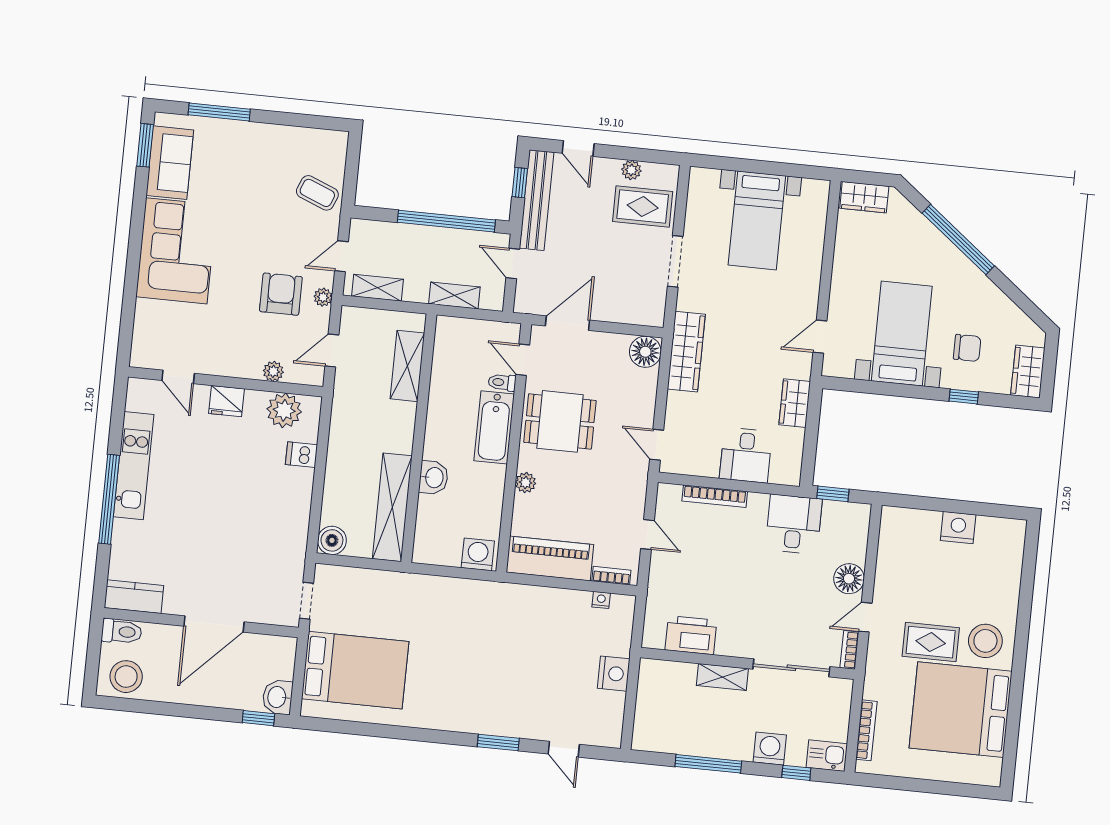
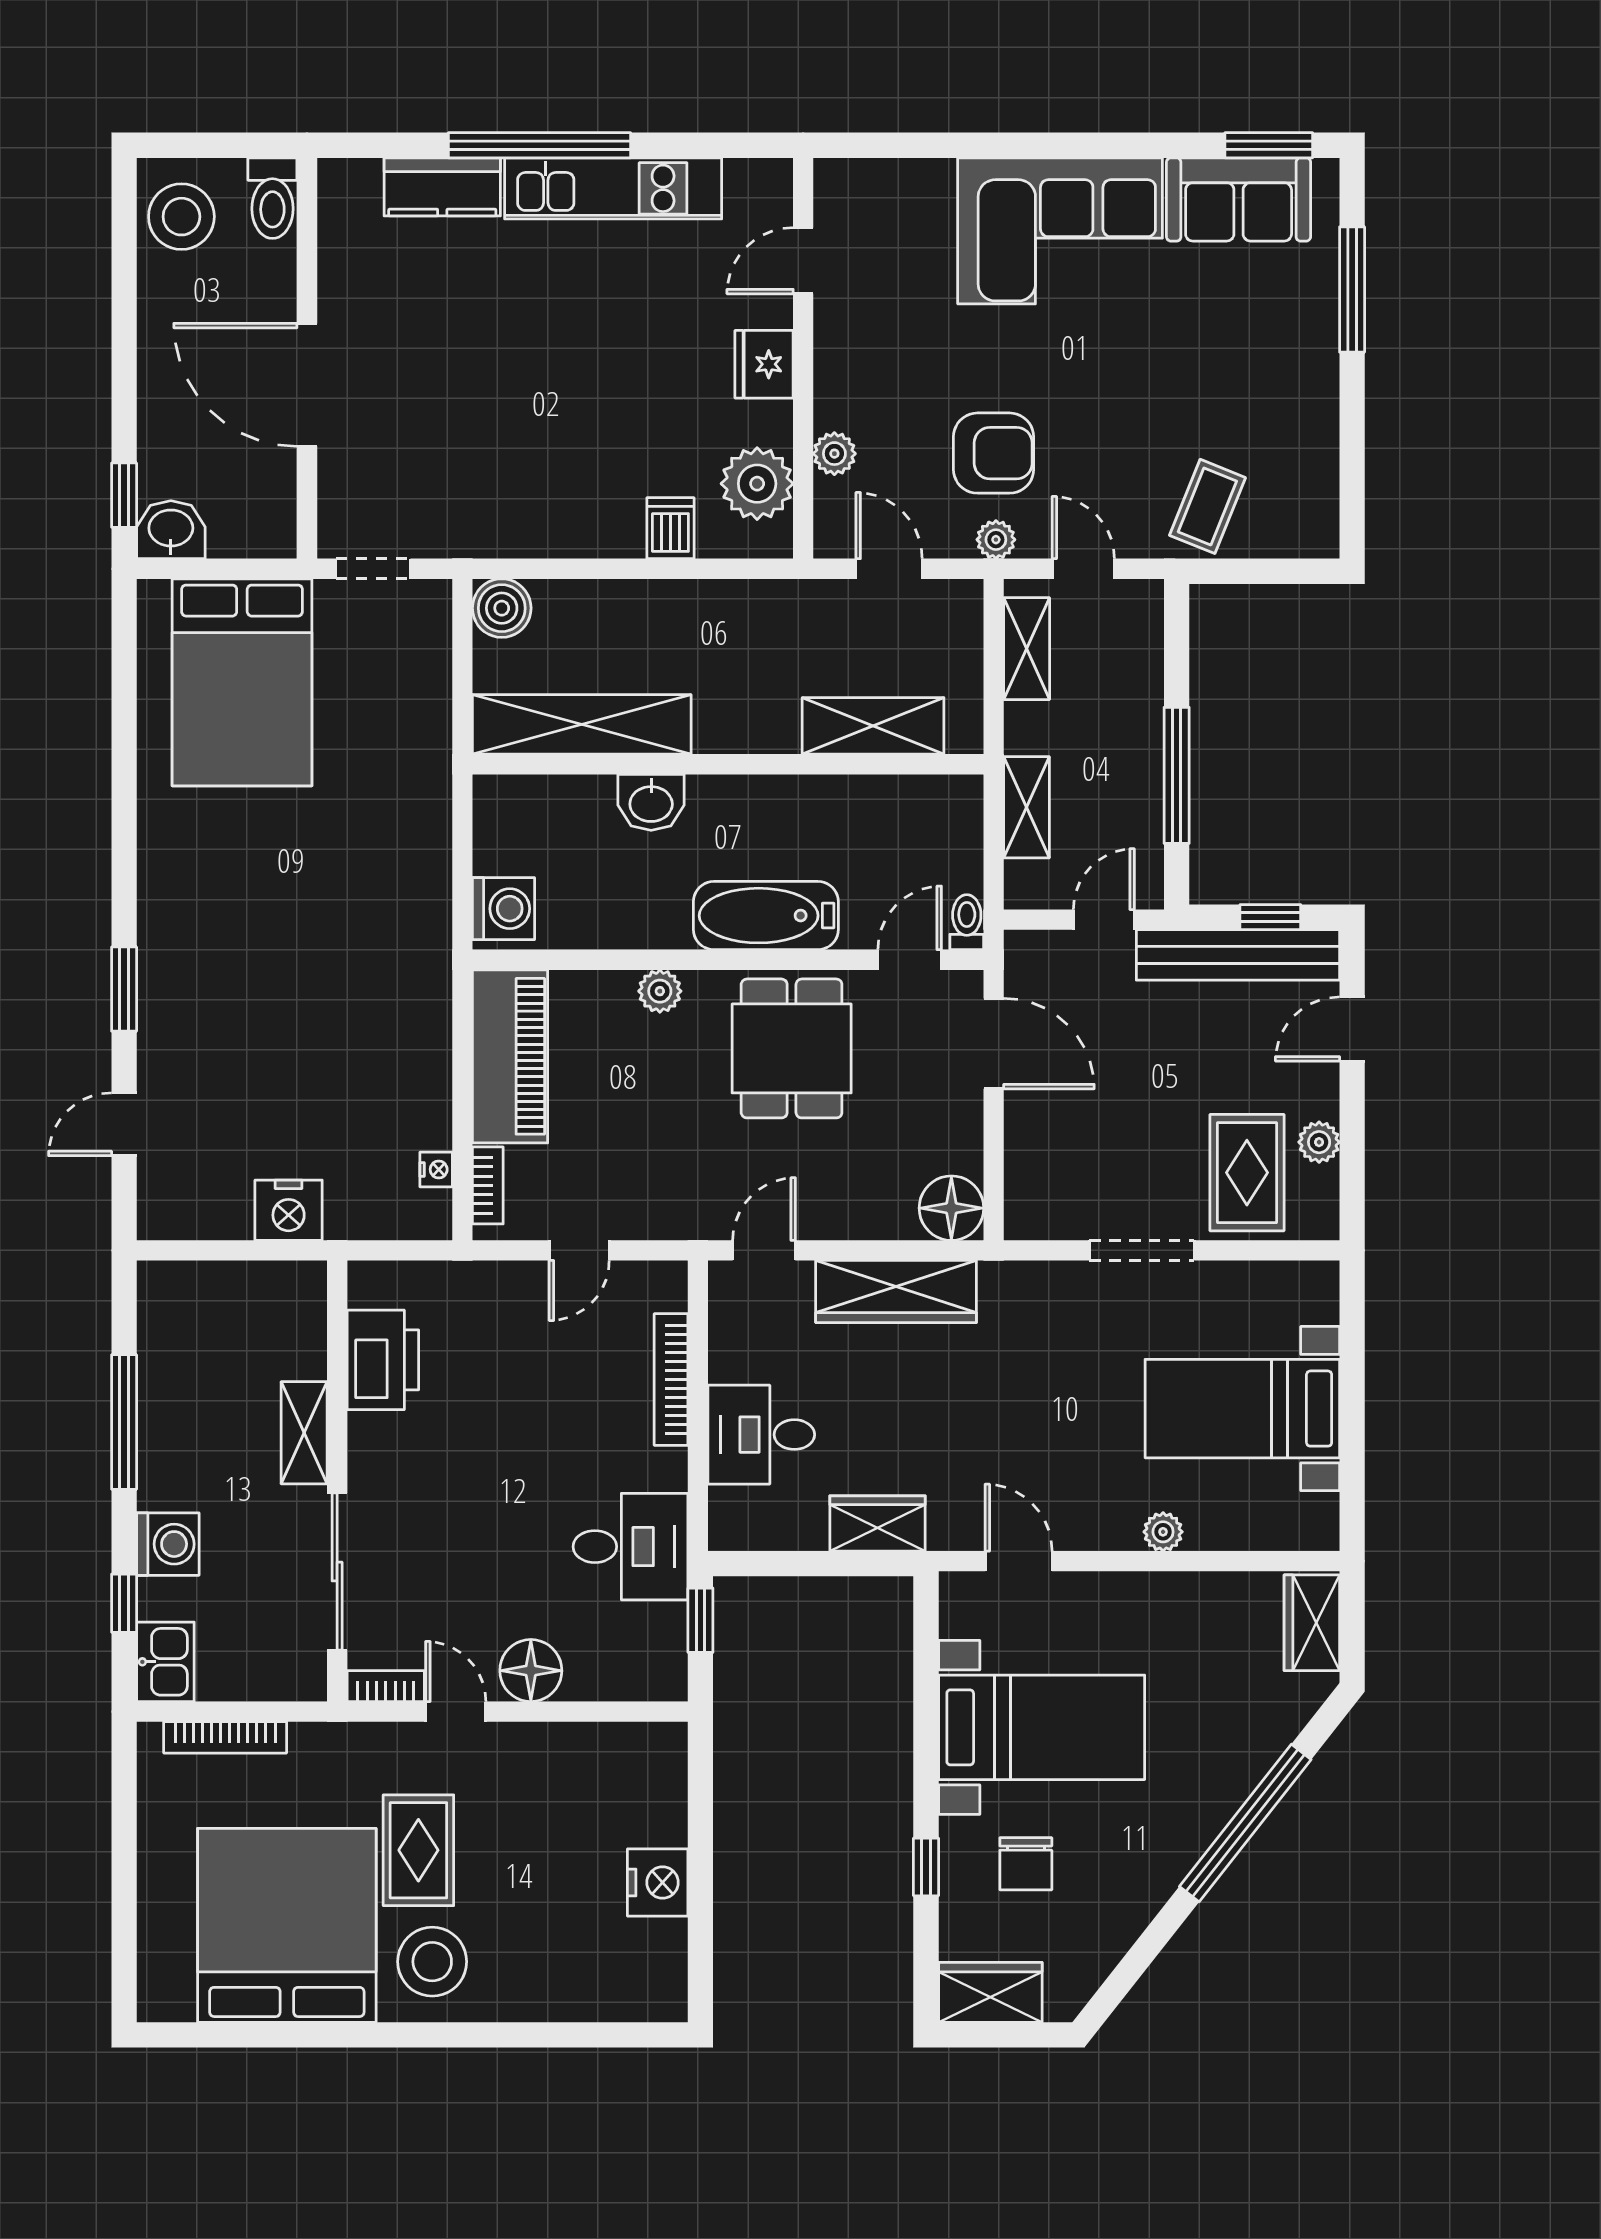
window: (446, 221) -> (1177, 775), width x0.68
plant: (813, 265) -> (1163, 1532), added
wardrobe: (686, 352) -> (896, 1292), moved
toilet: (502, 382) -> (967, 922), moved
kitchen counter: (134, 597) -> (442, 187), moved, turned 90

